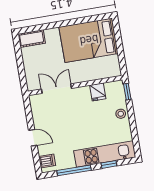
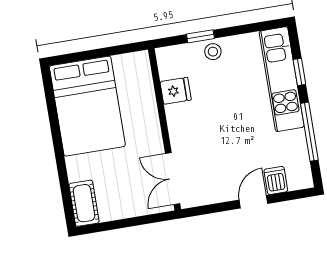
double door: (56, 89) -> (173, 179), moved
window: (127, 92) -> (200, 36), moved
dishwasher: (47, 161) -> (276, 180), moved

